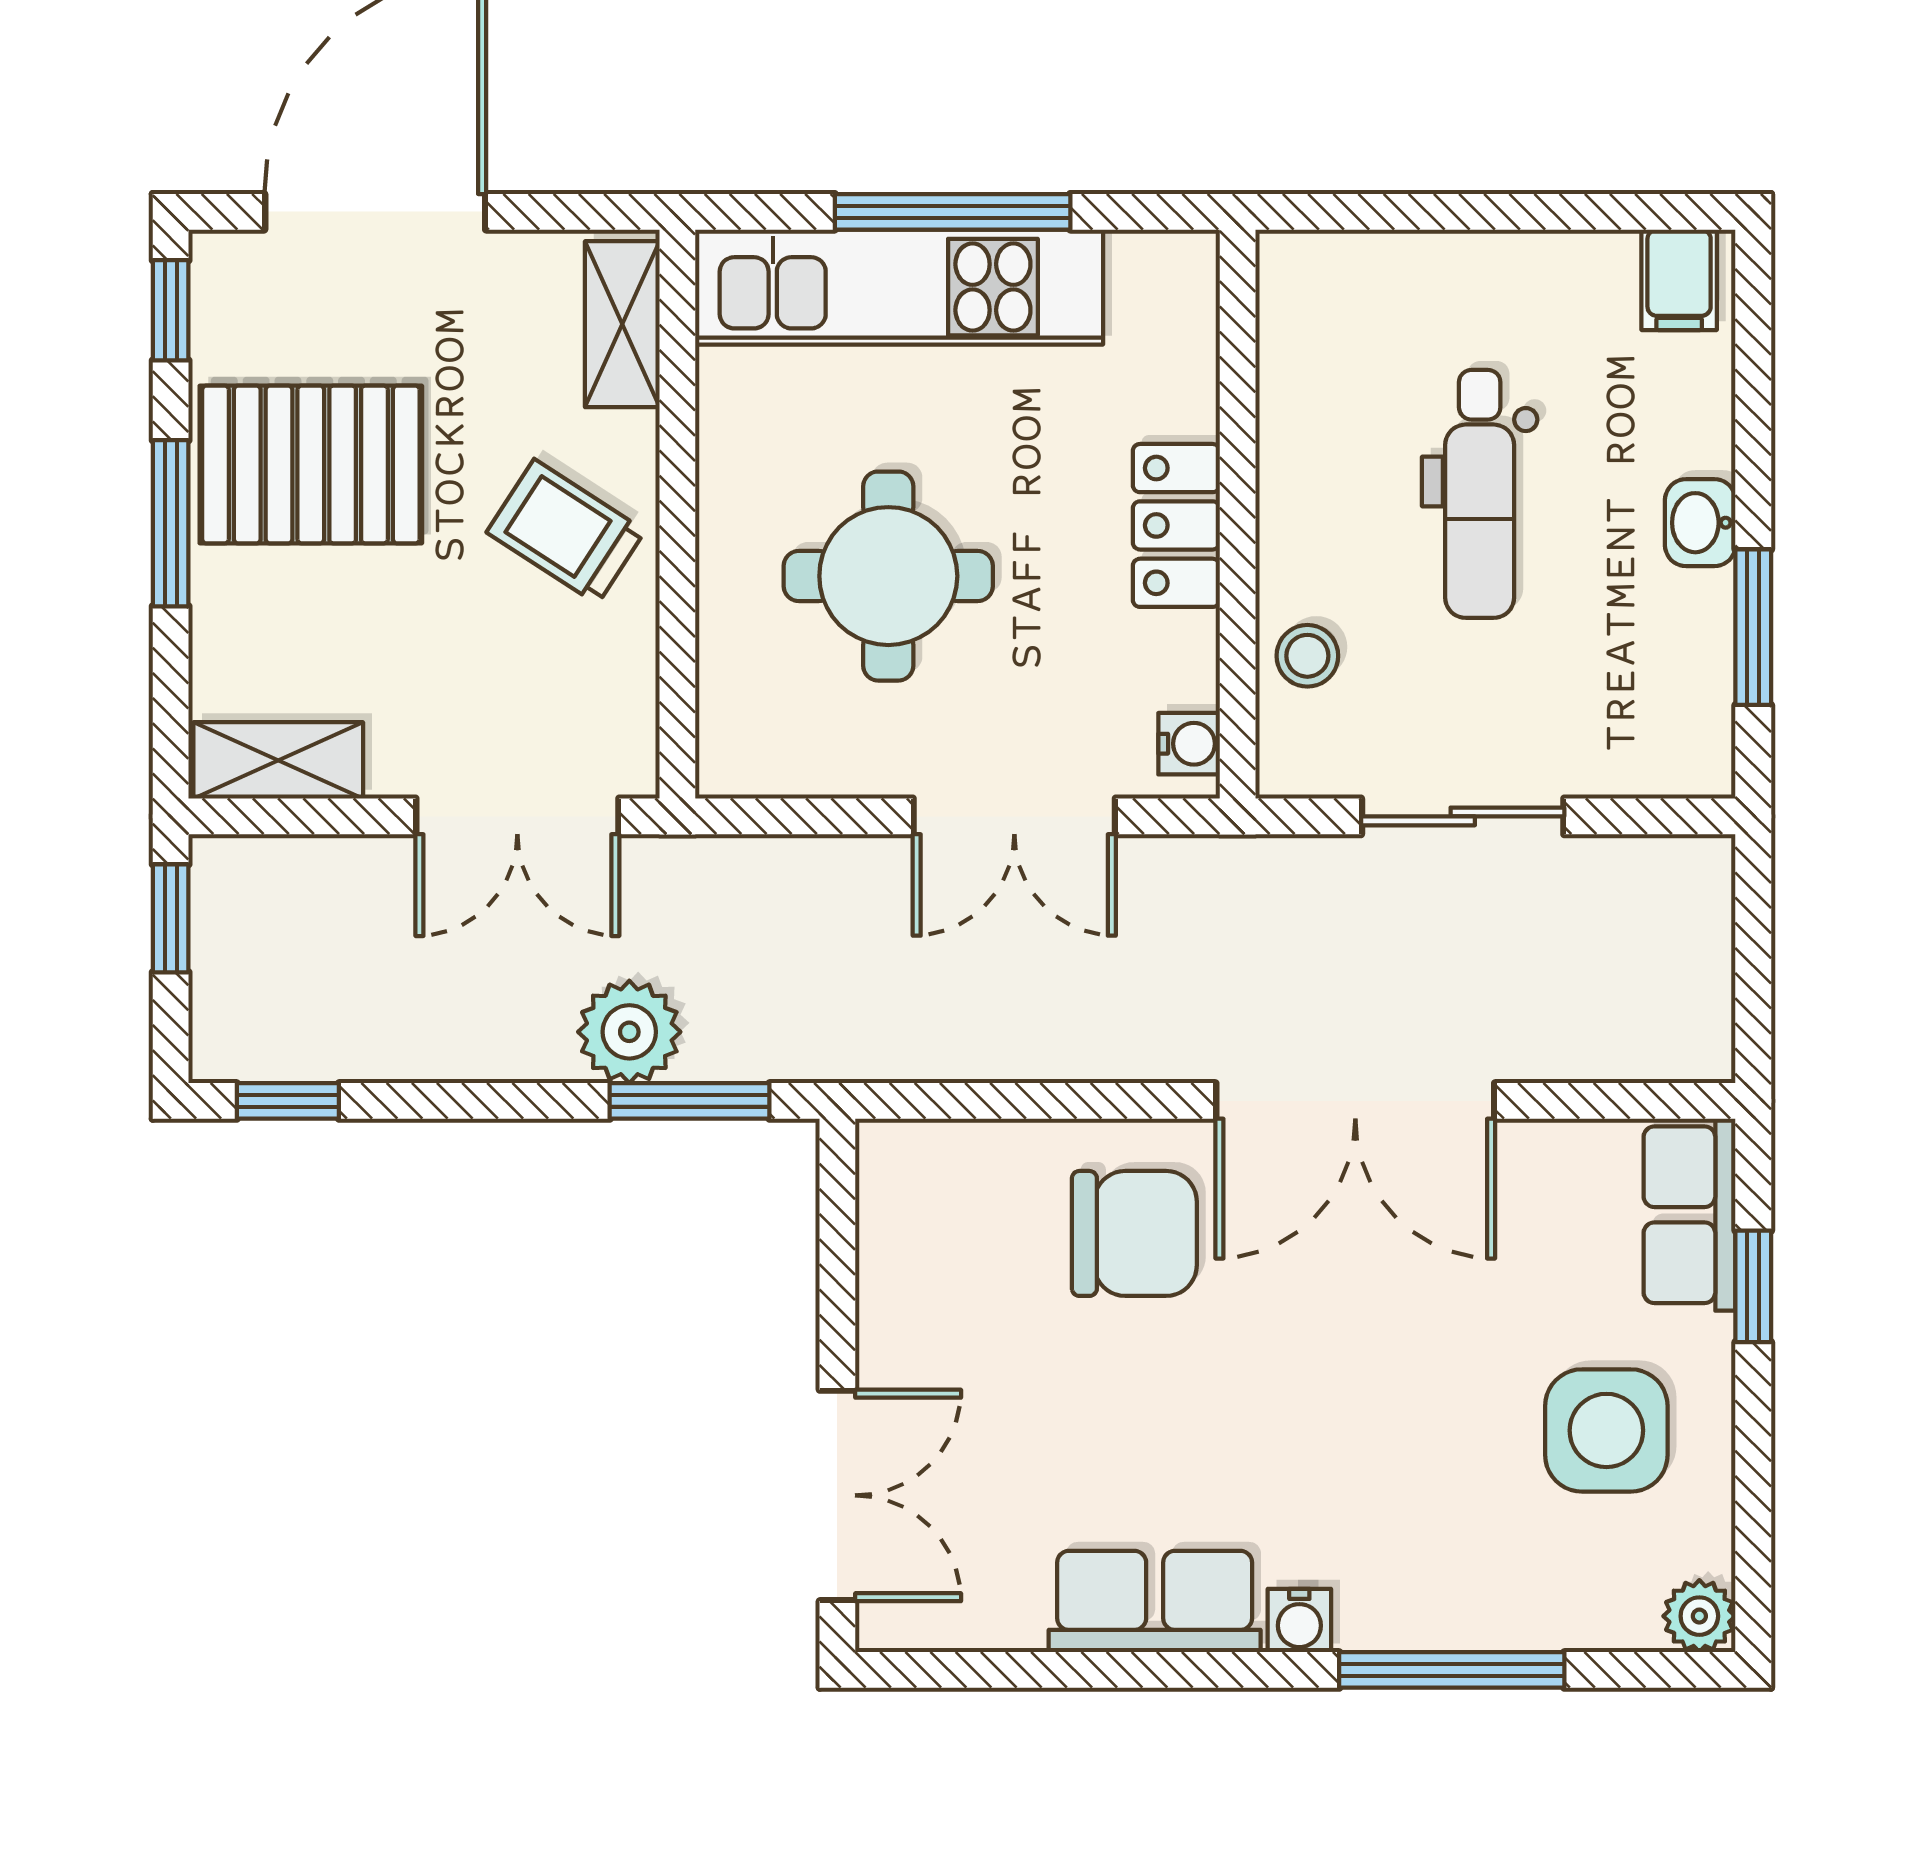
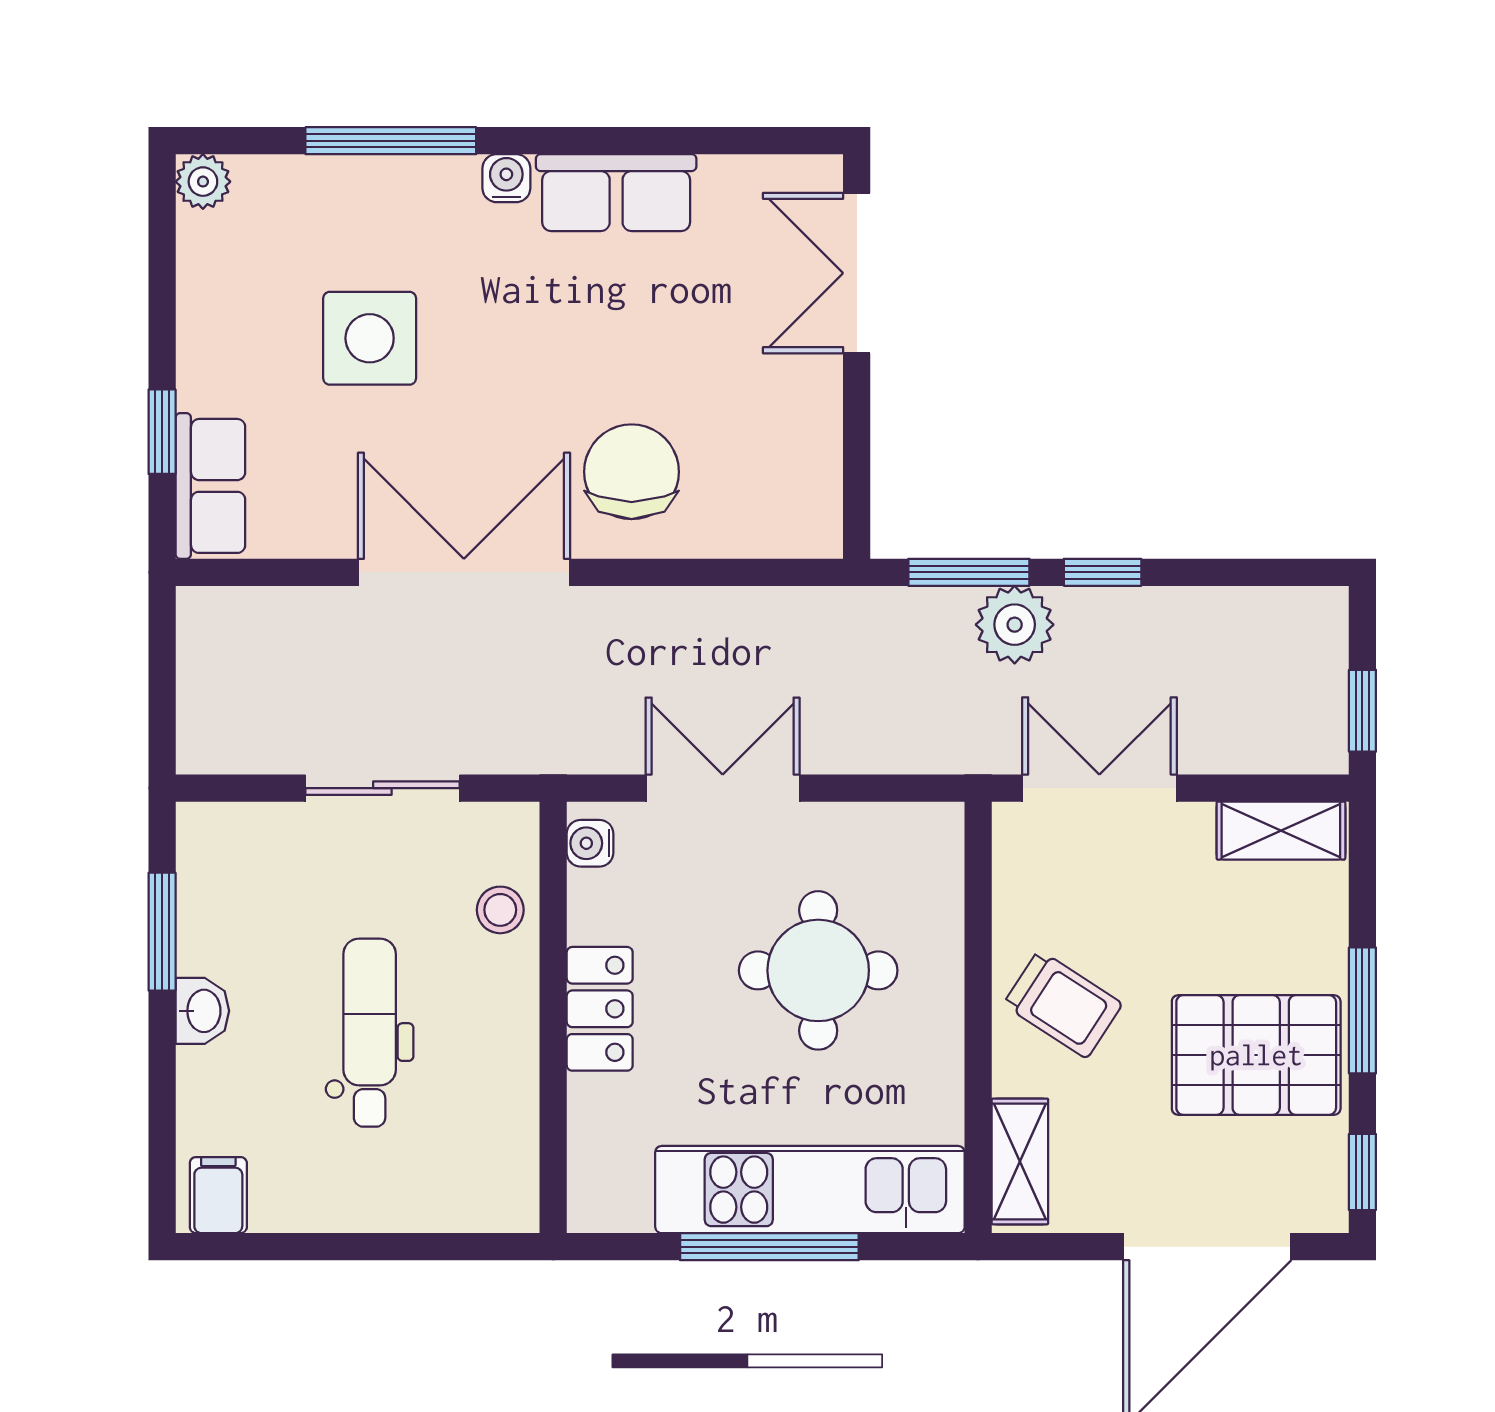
window: (288, 1101) -> (1103, 572), moved
chair: (1134, 1233) -> (632, 472), turned 90
side table: (1606, 1430) -> (370, 338), moved

